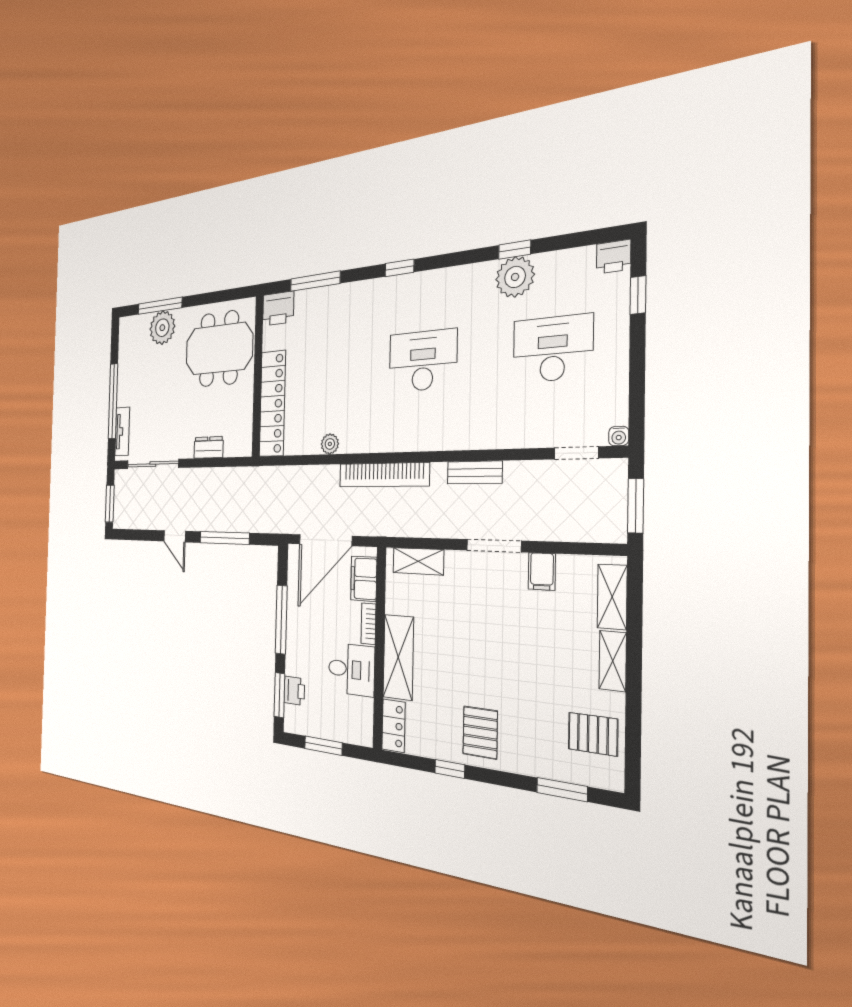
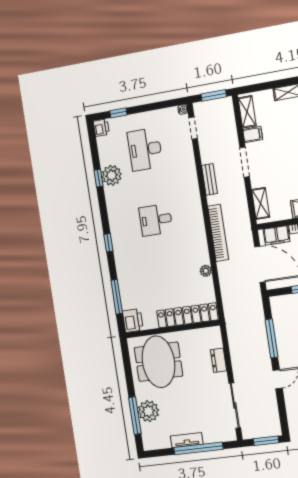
desk: (423, 361) -> (156, 220), width x0.73
tv unit: (122, 431) -> (187, 440), moved
shelving: (612, 597) -> (247, 112), moved, turned 90

